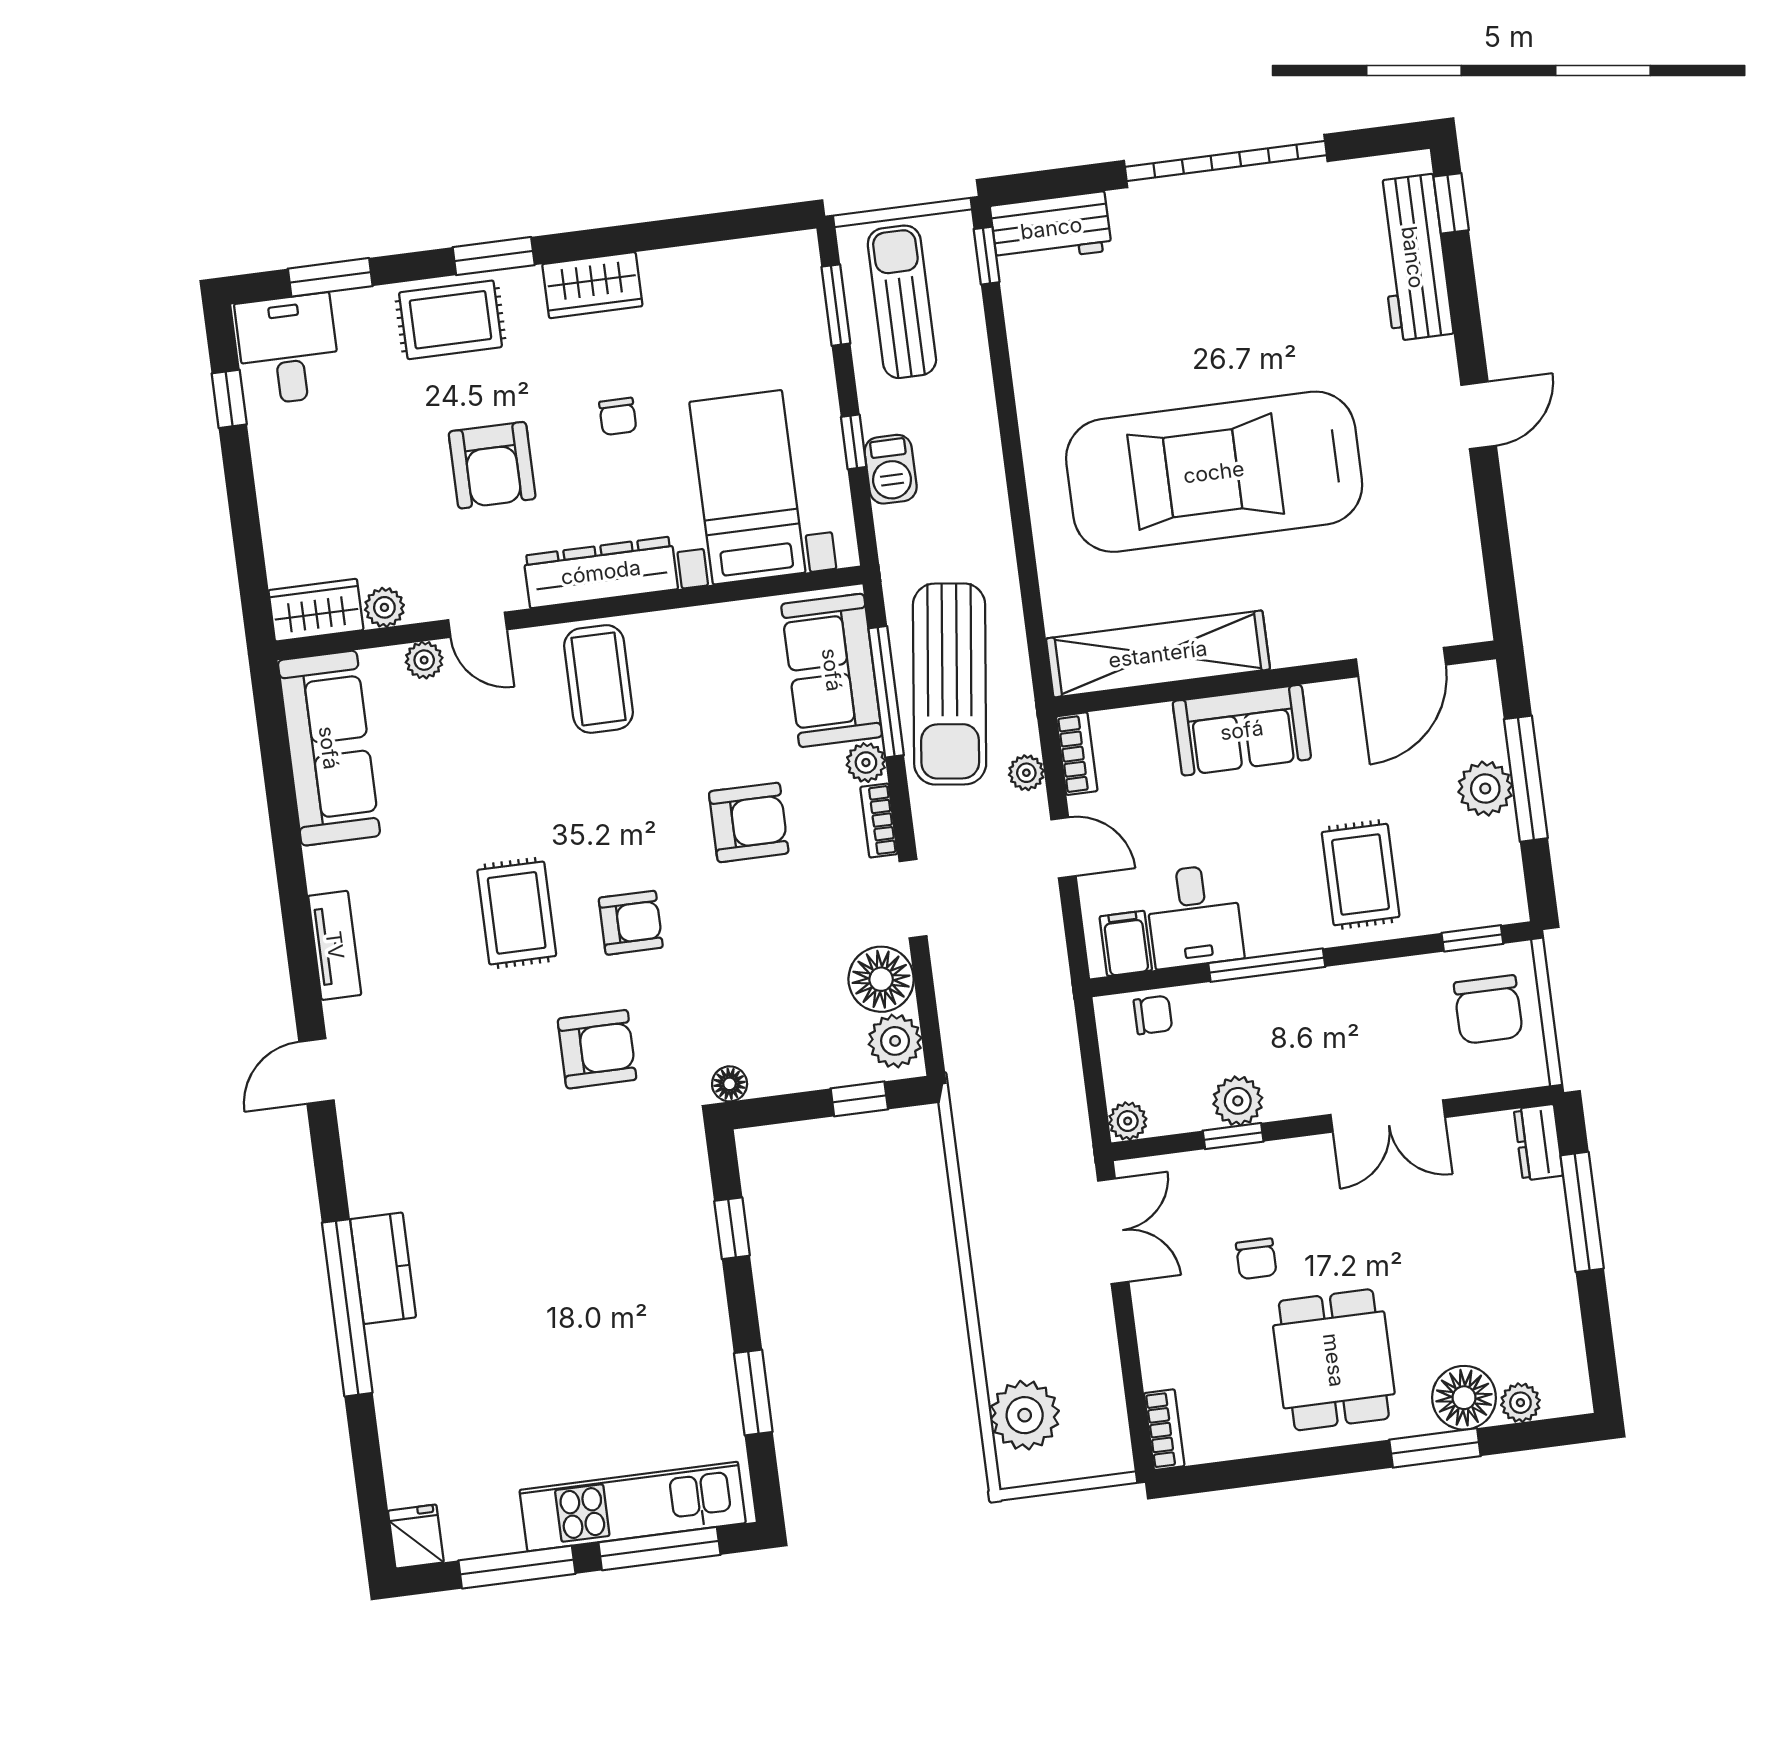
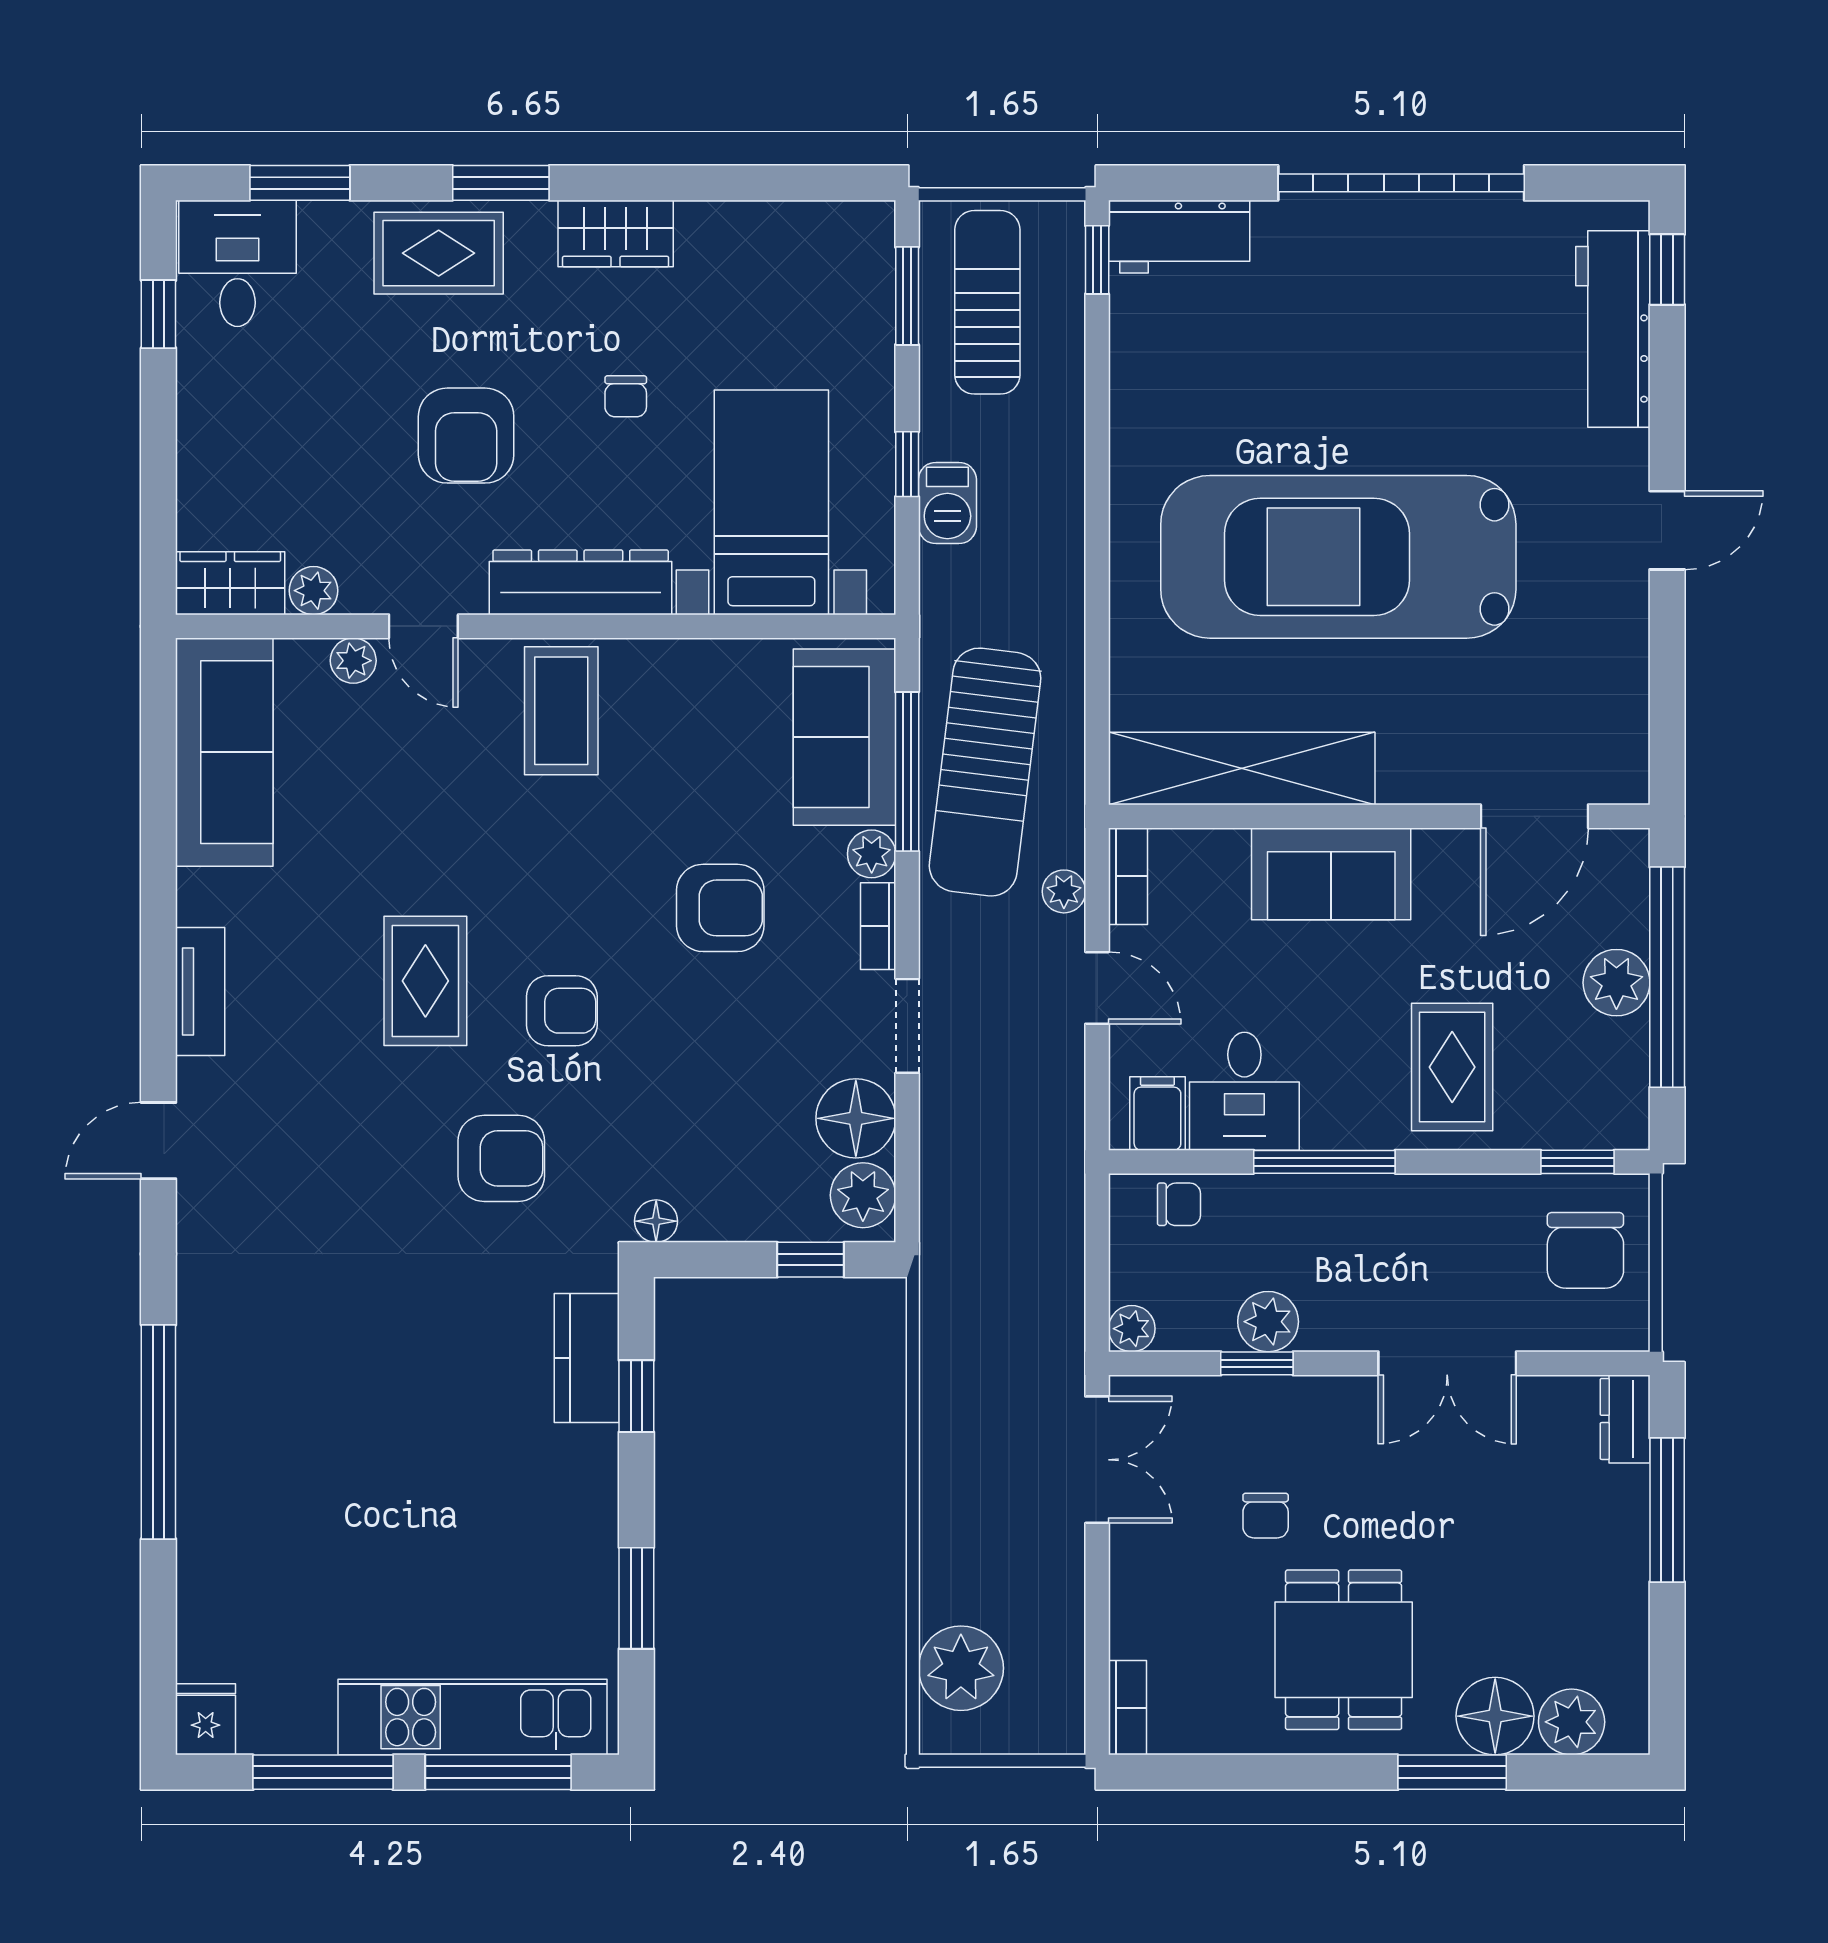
window: (1526, 779) -> (1667, 977), width x1.46
kitchen counter: (383, 1268) -> (587, 1358), moved, turned 180
plant: (1520, 1403) -> (1572, 1722), width x1.38, depth x1.38

